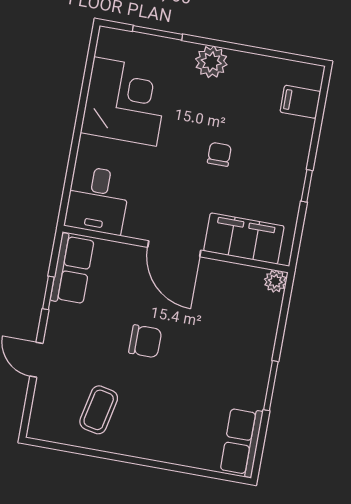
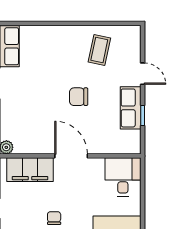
chair: (219, 154) -> (54, 218), turned 180
row of seats: (72, 269) -> (131, 108), moved

